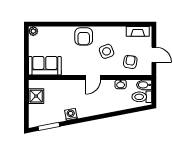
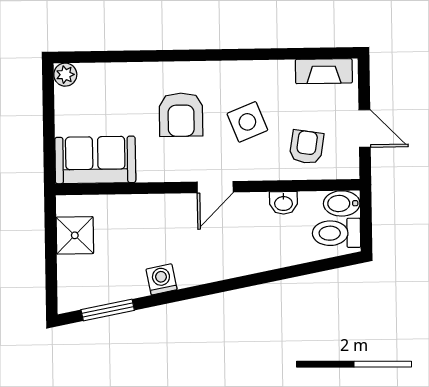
armchair: (84, 36) -> (181, 115), moved

